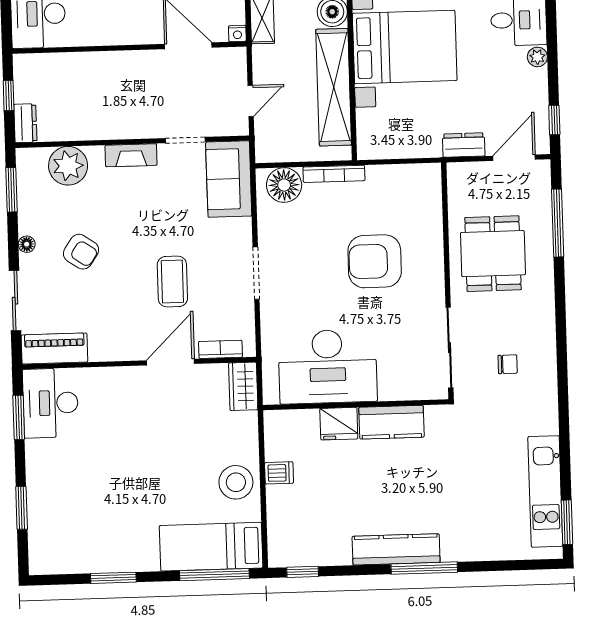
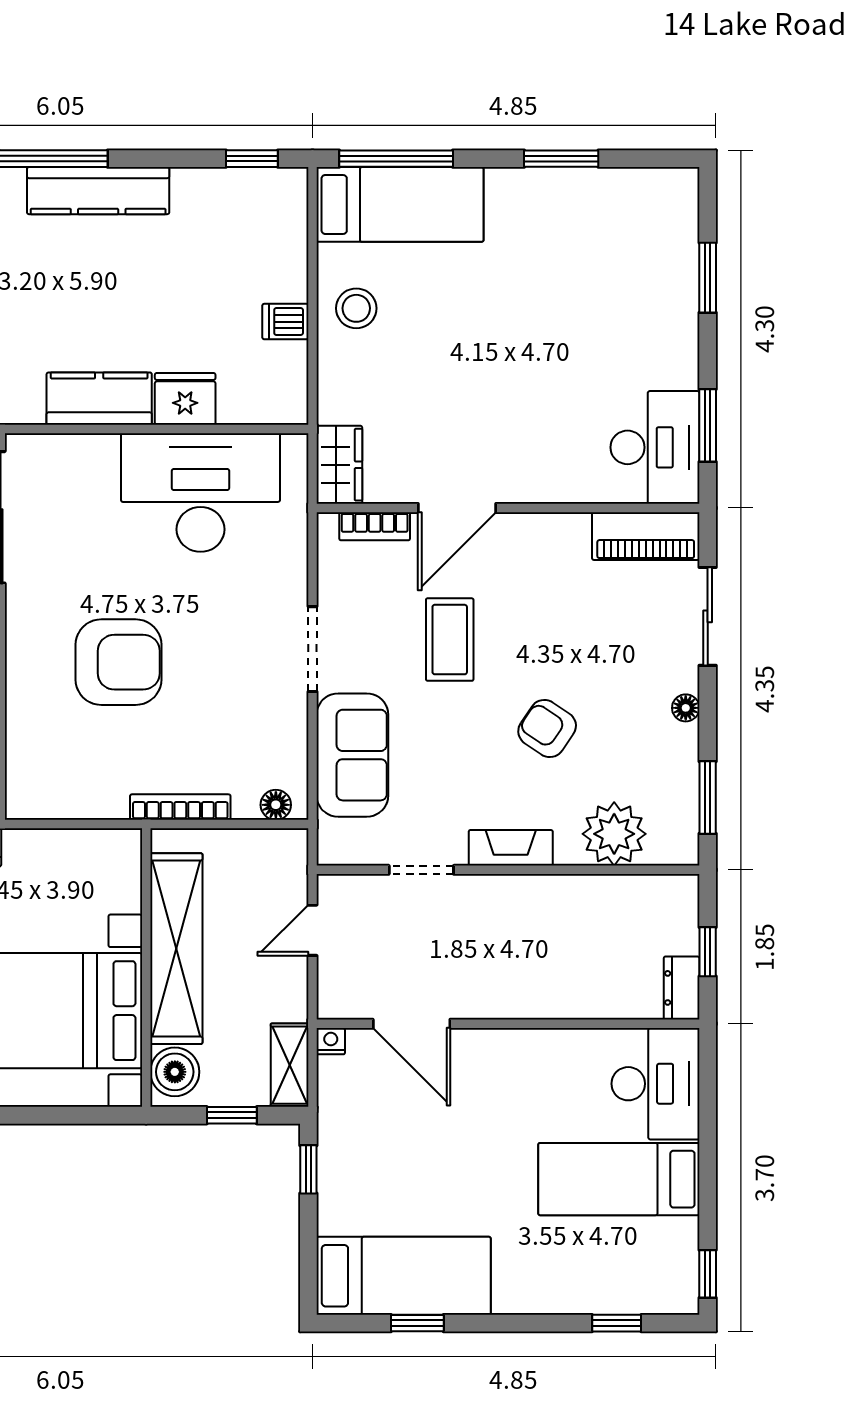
dresser: (25, 123) -> (682, 988), moved
sofa: (229, 179) -> (352, 755), moved
floor lamp: (284, 185) -> (276, 805), width x0.53, depth x0.53
armchair: (81, 252) -> (547, 728), moved
stool: (236, 482) -> (356, 308), width x0.73, depth x0.73

